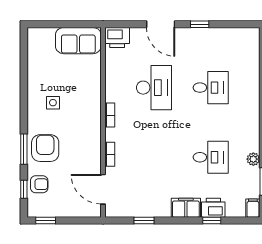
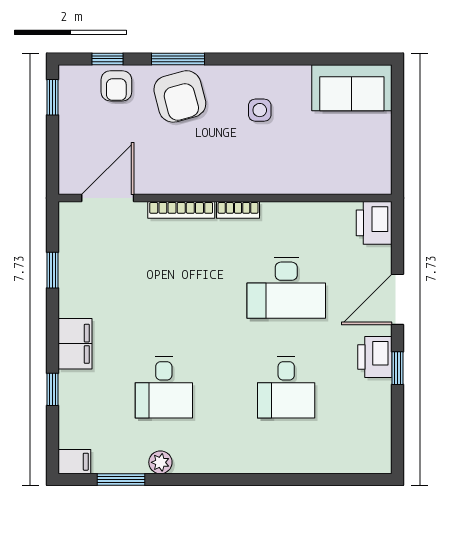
sofa: (78, 41) -> (352, 88), moved, turned -90
armchair: (45, 148) -> (180, 96), turned 75
bookcase: (110, 154) -> (181, 210), width x1.56
printer: (213, 208) -> (375, 357), moved, turned 180

